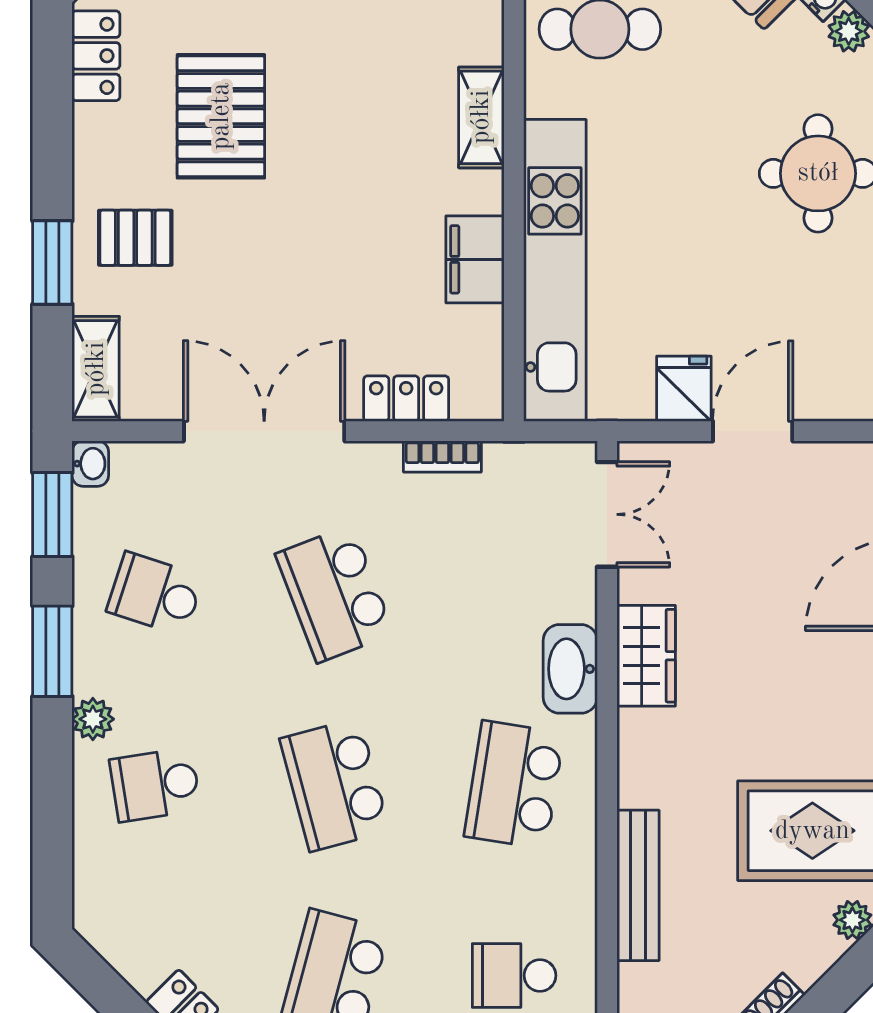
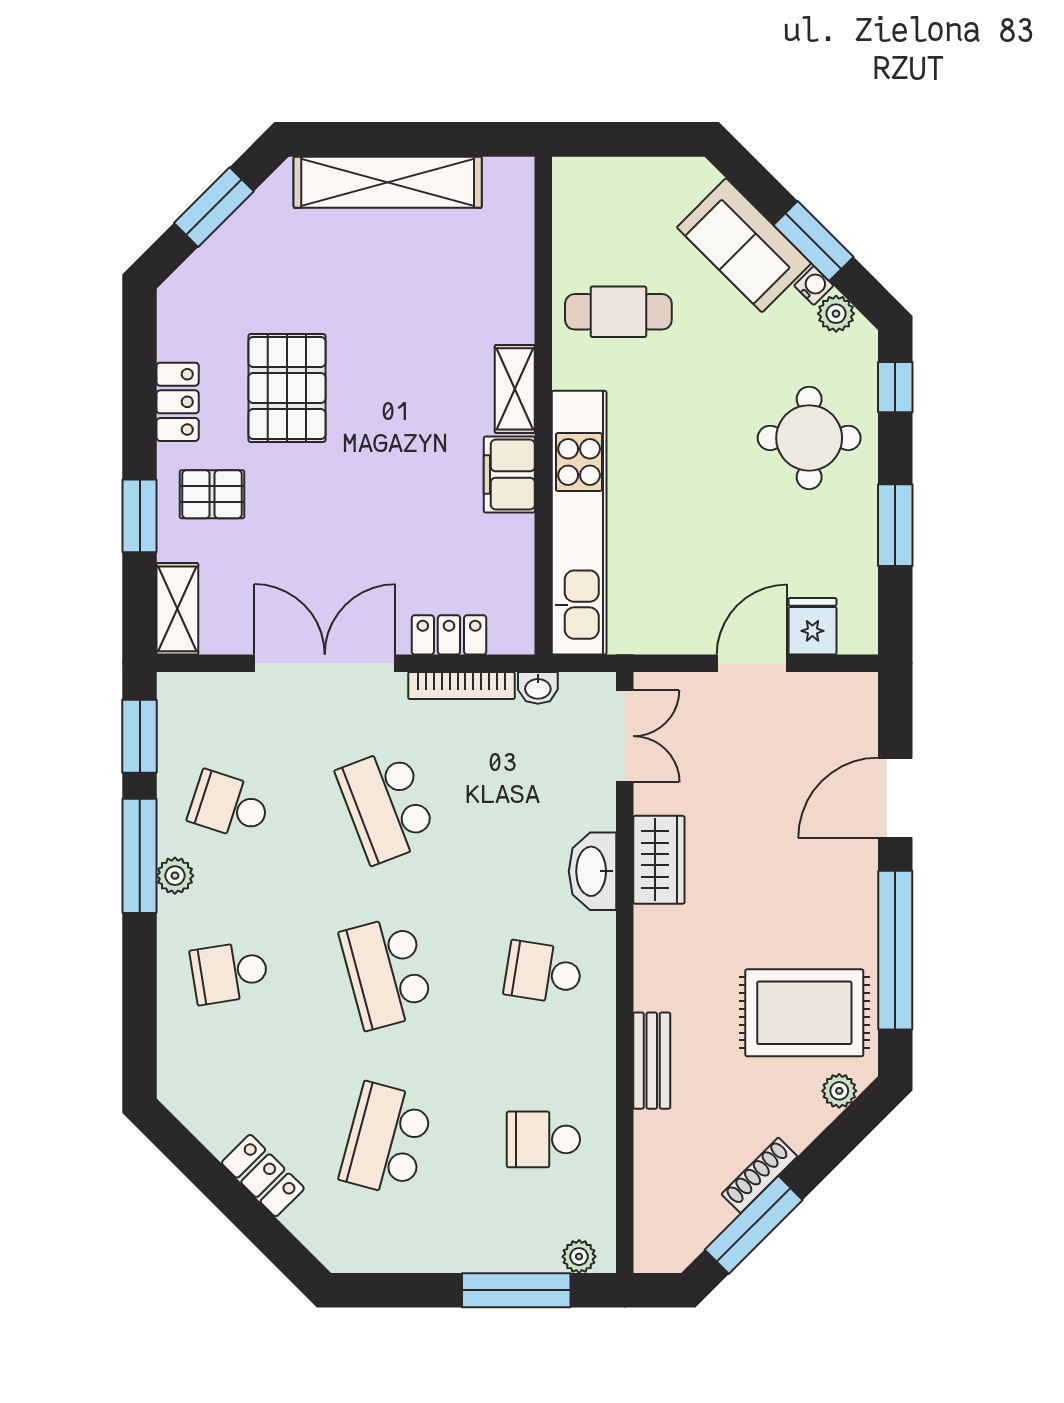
locker: (96, 56) -> (178, 402), moved
filing cabinet: (475, 259) -> (509, 475), moved
fridge: (684, 389) -> (812, 626), moved
bookcase: (442, 456) -> (462, 686), width x1.56
washbasin: (90, 464) -> (538, 688), moved, turned 90
window: (52, 651) -> (140, 856), width x1.44
plant: (93, 719) -> (175, 876), moved
school desk: (514, 785) -> (543, 973), width x0.54
bench: (638, 885) -> (652, 1061), width x0.73

